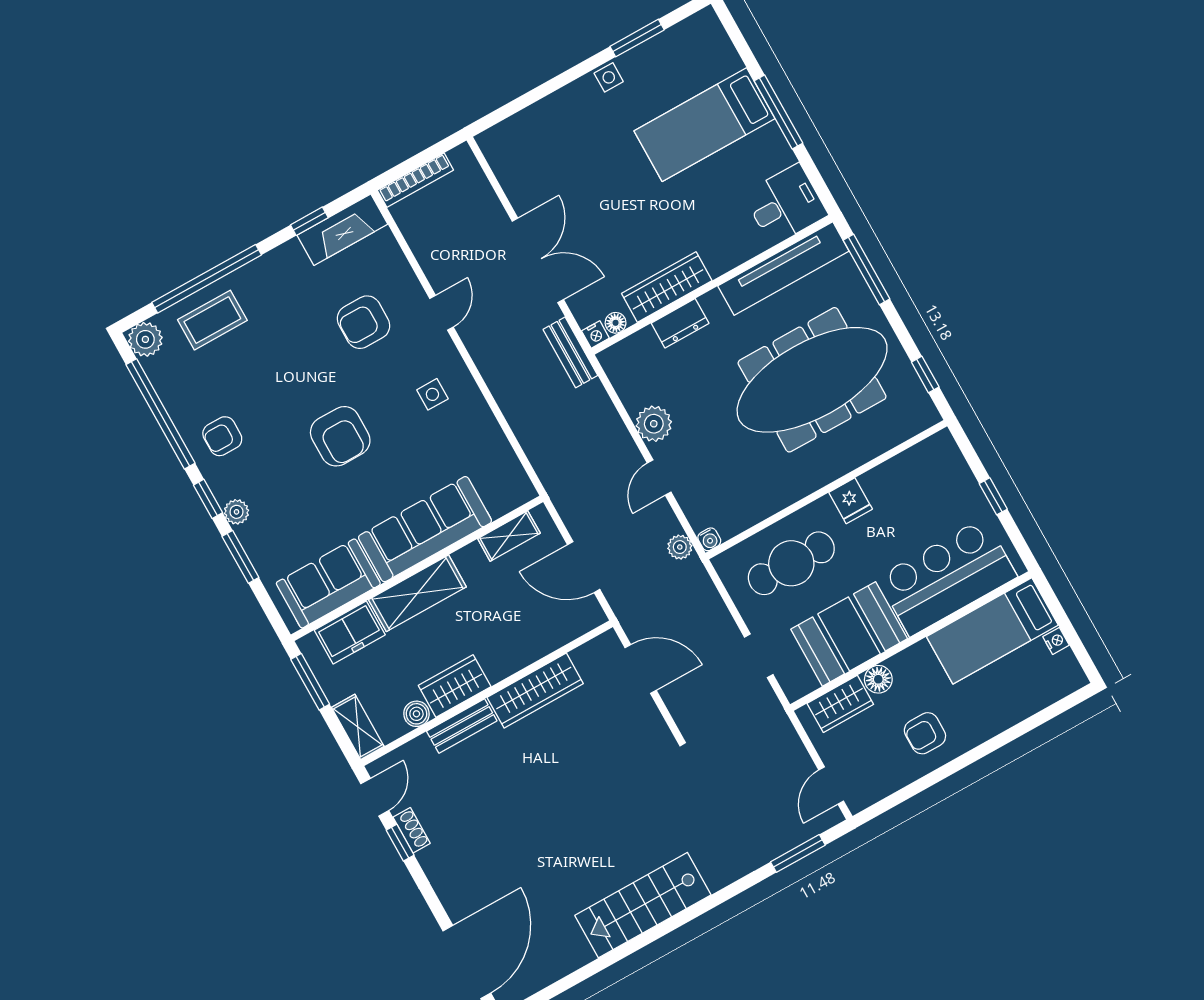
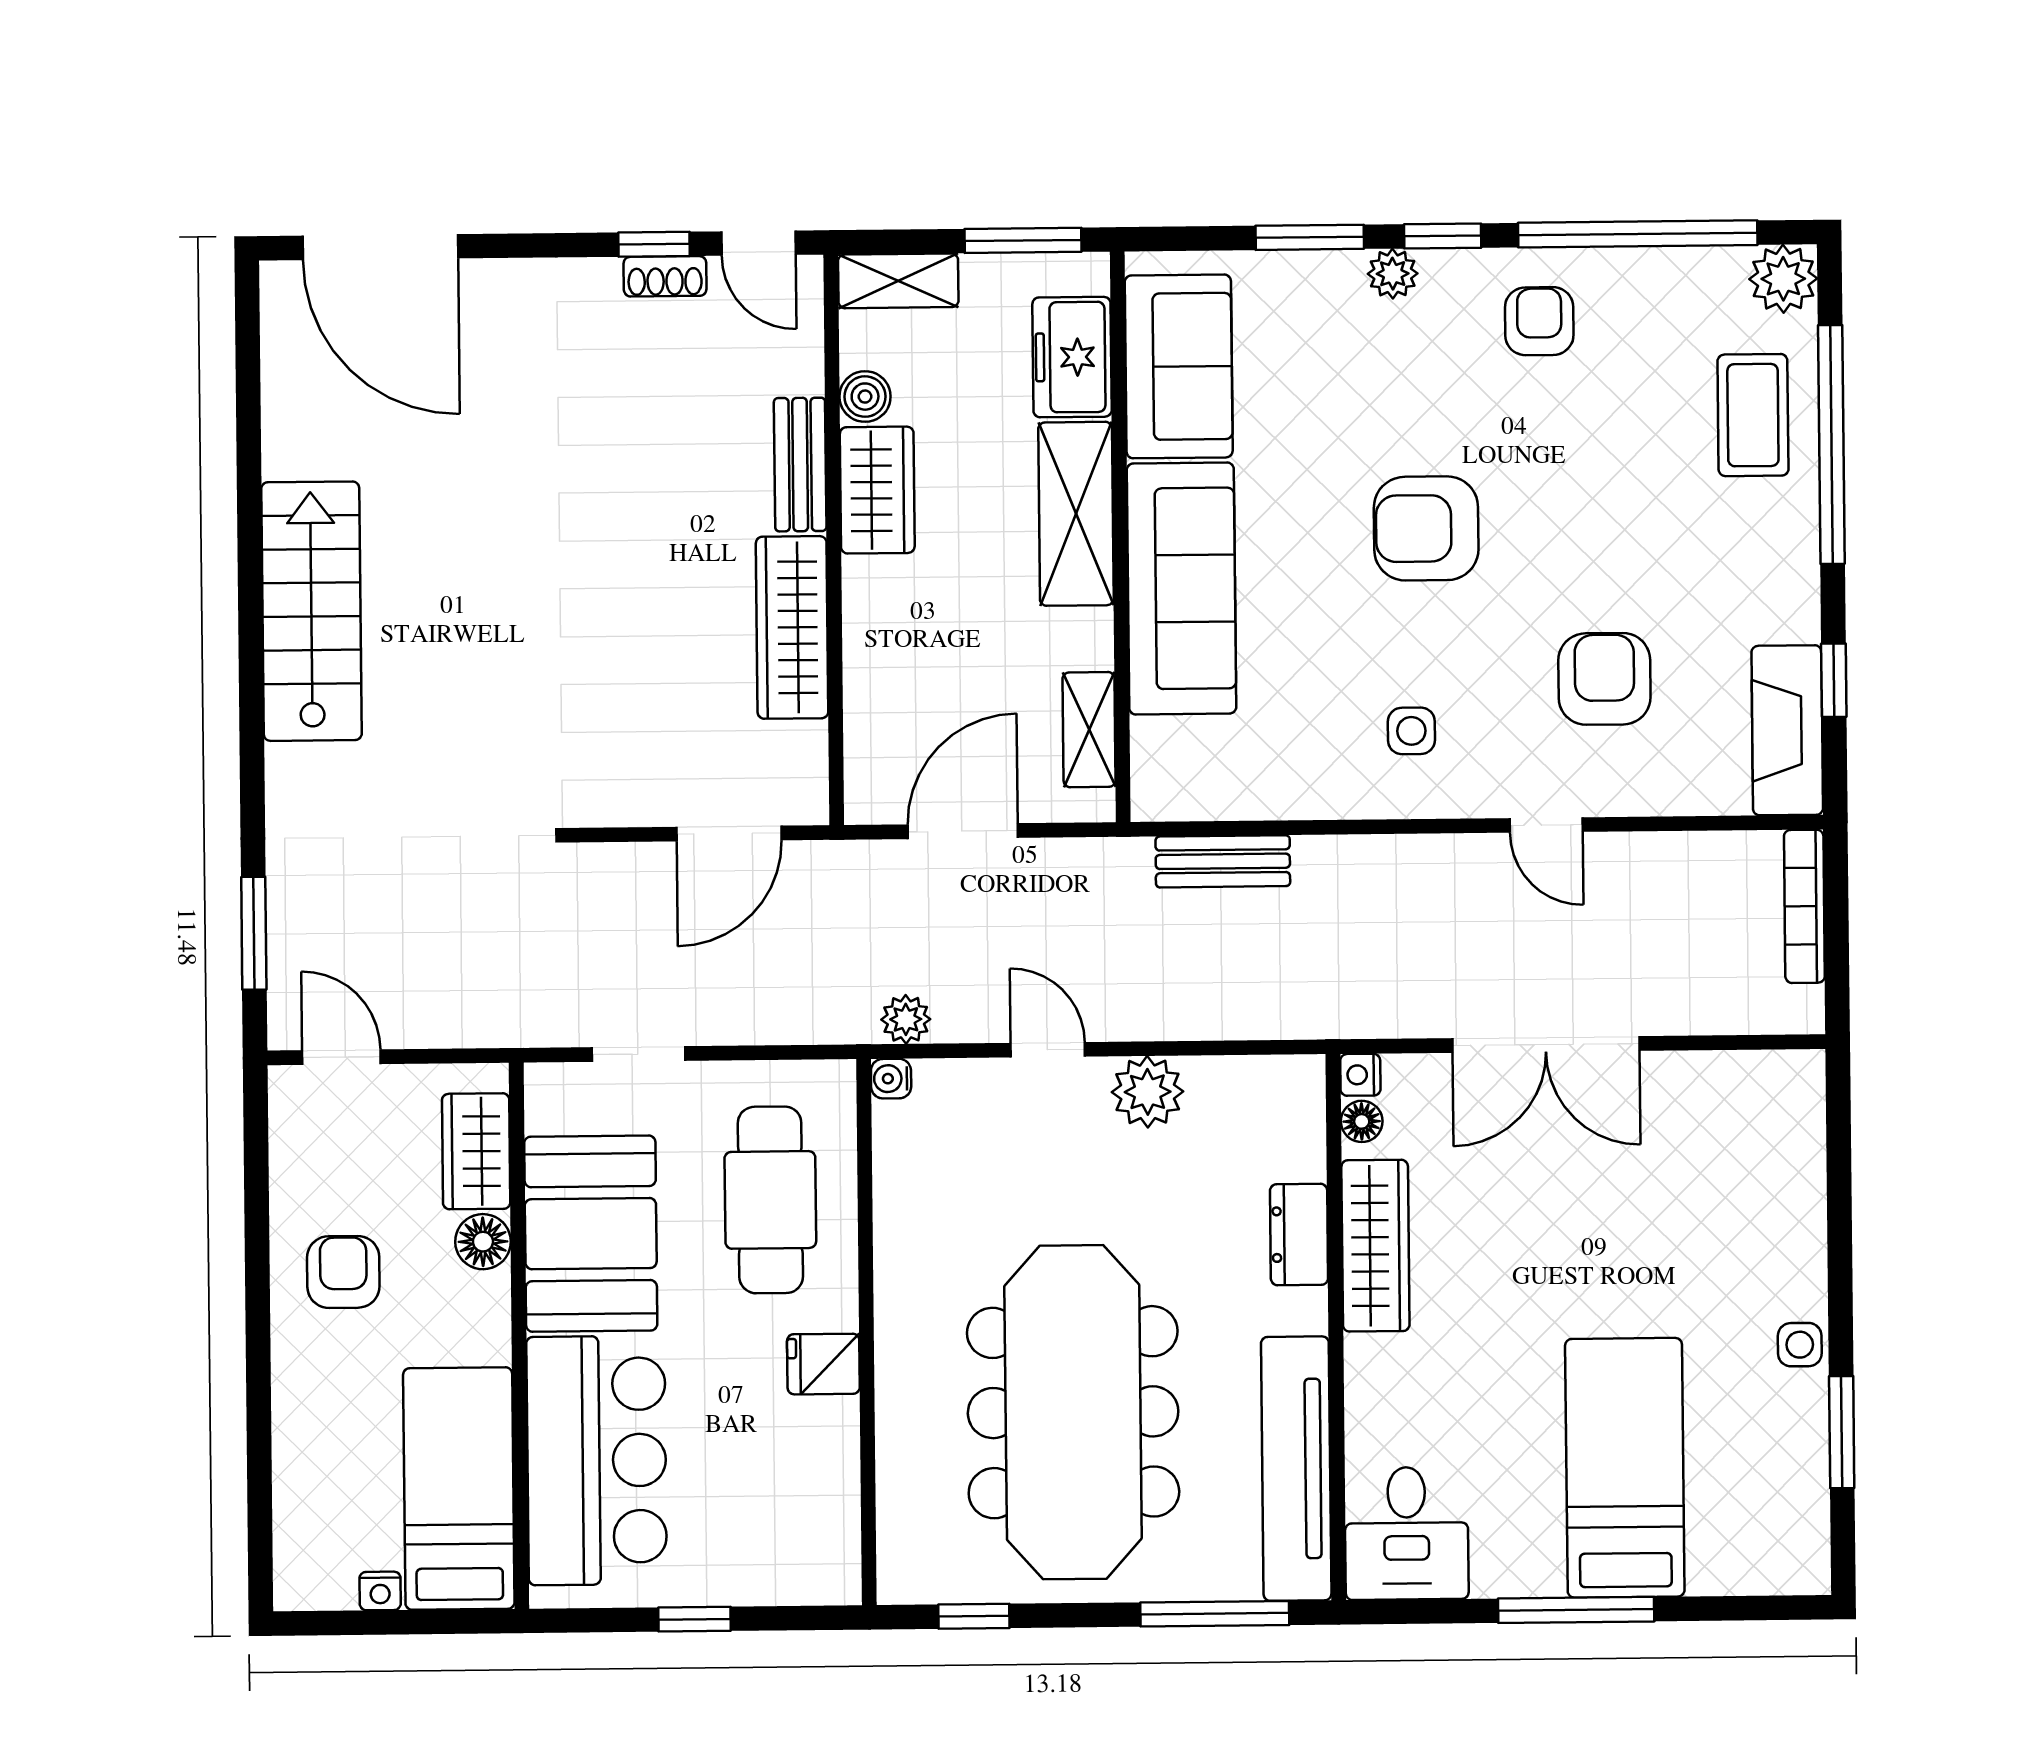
bench: (570, 352) -> (1223, 861), moved

